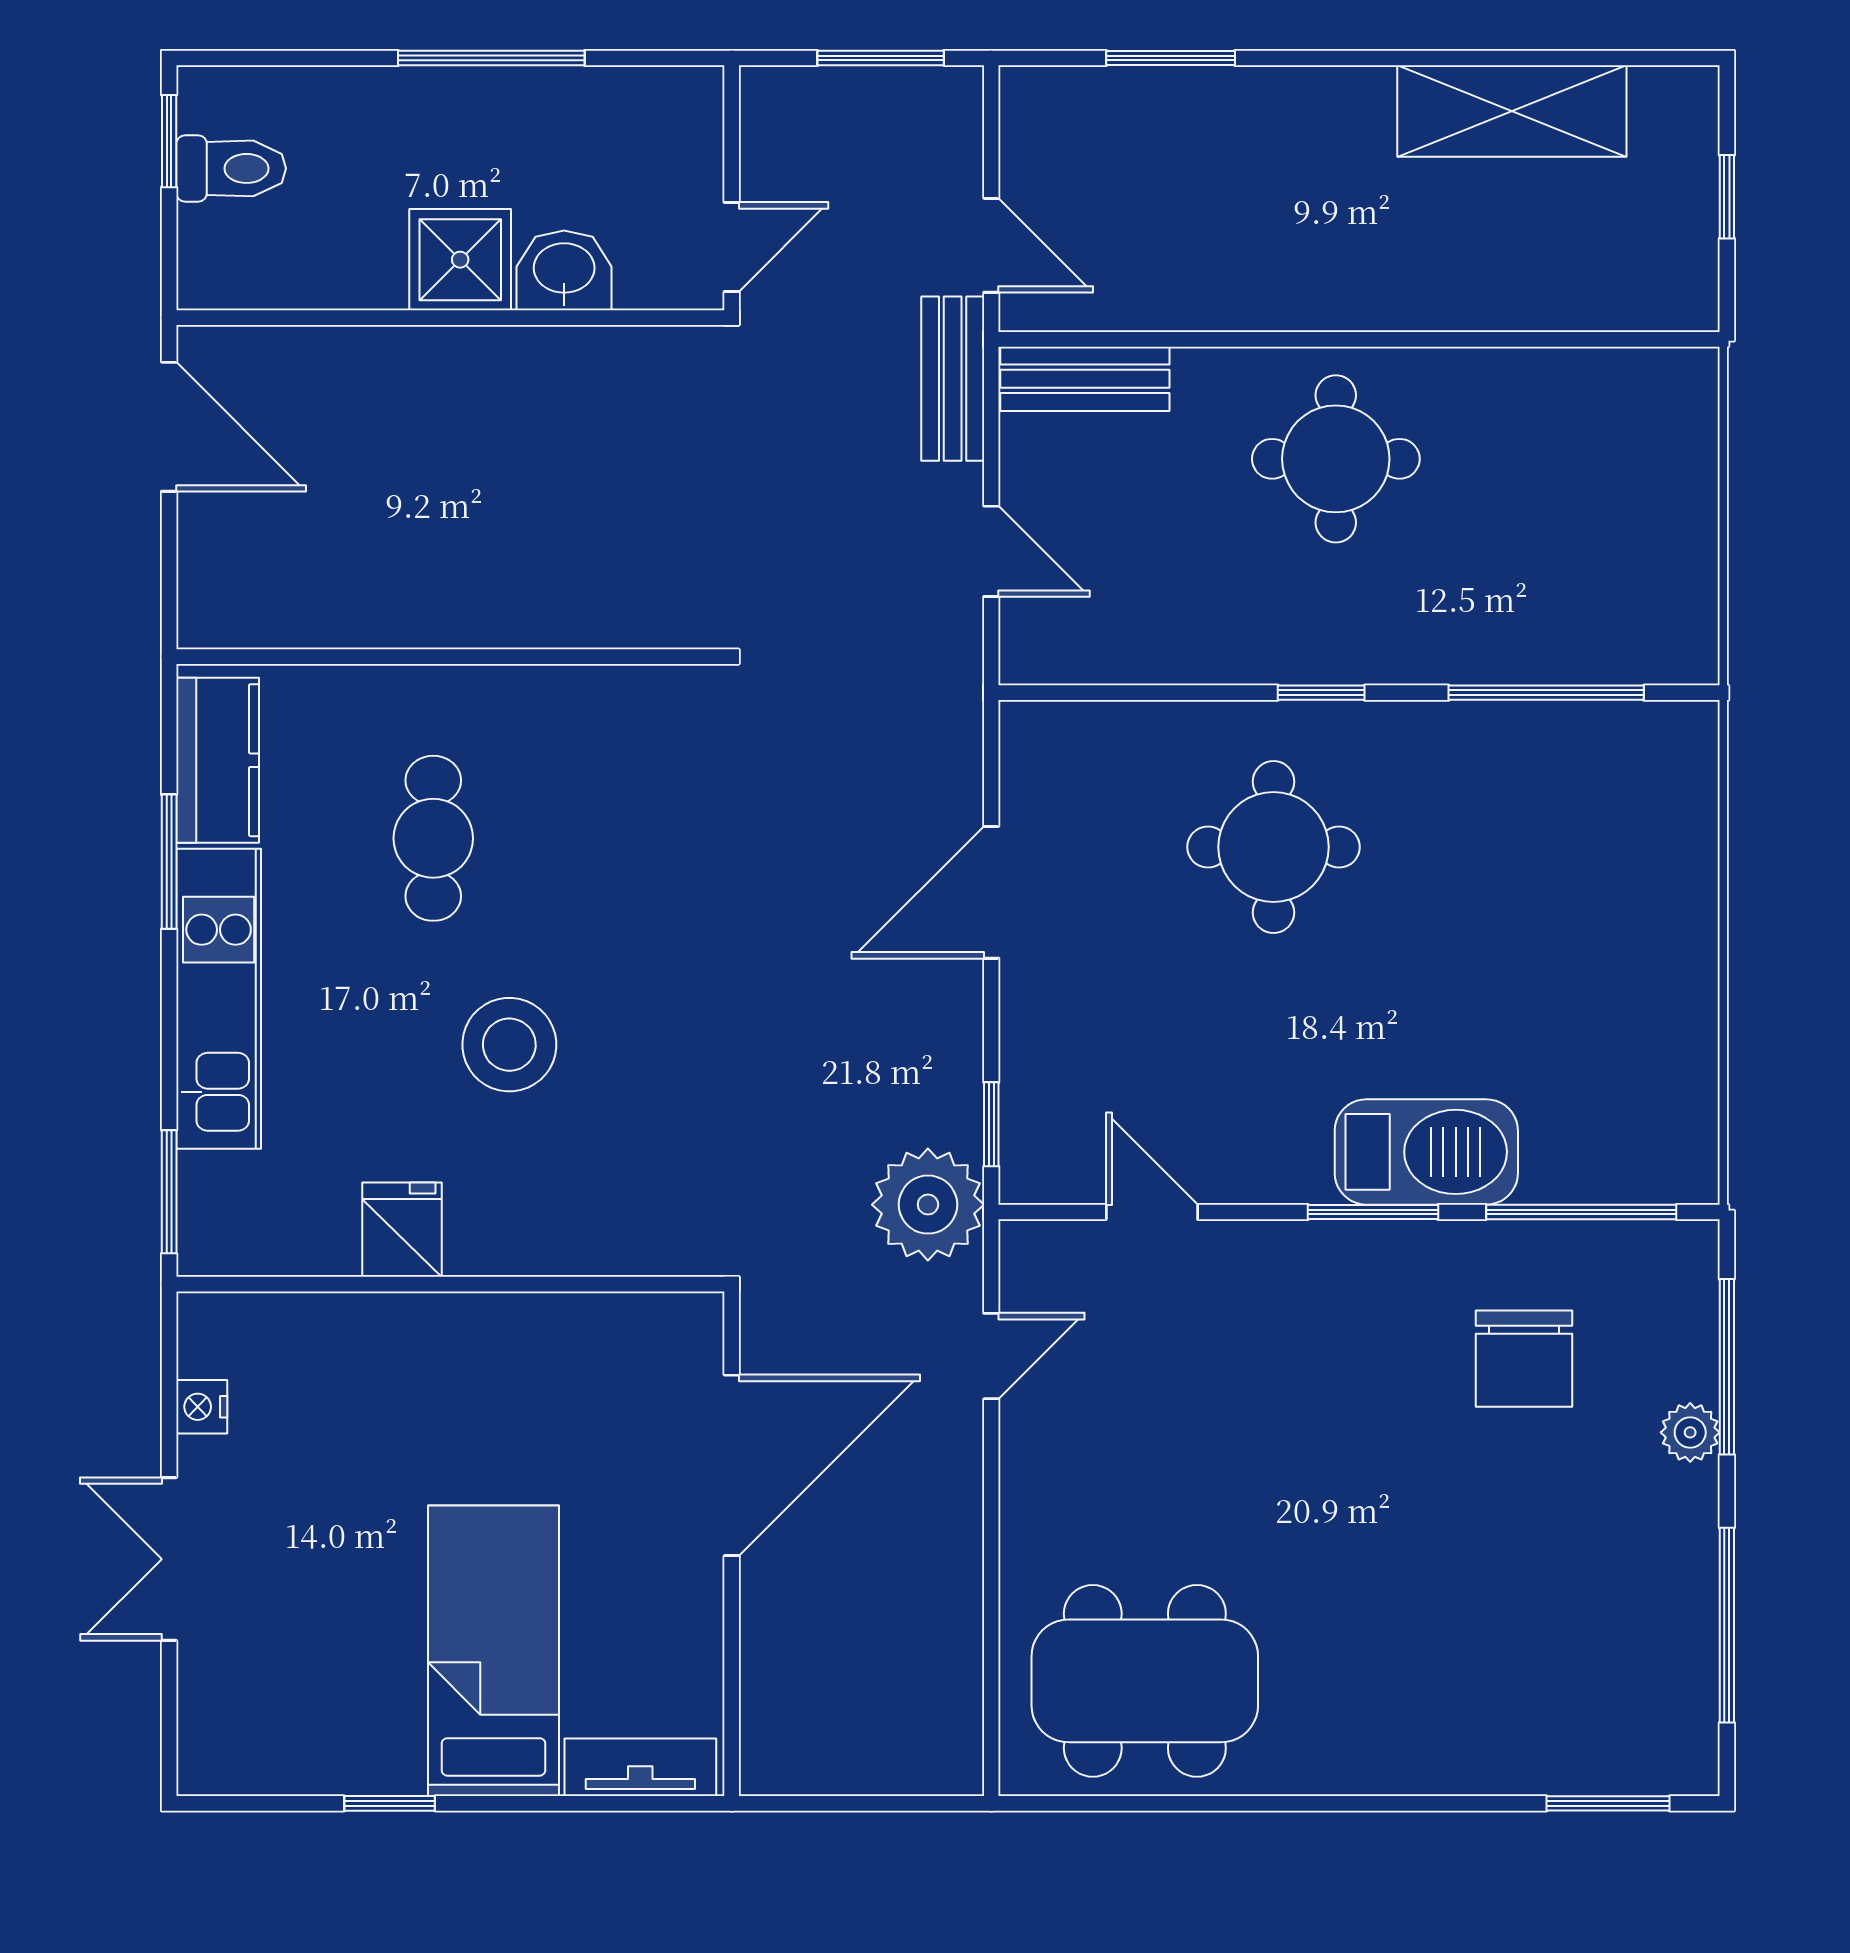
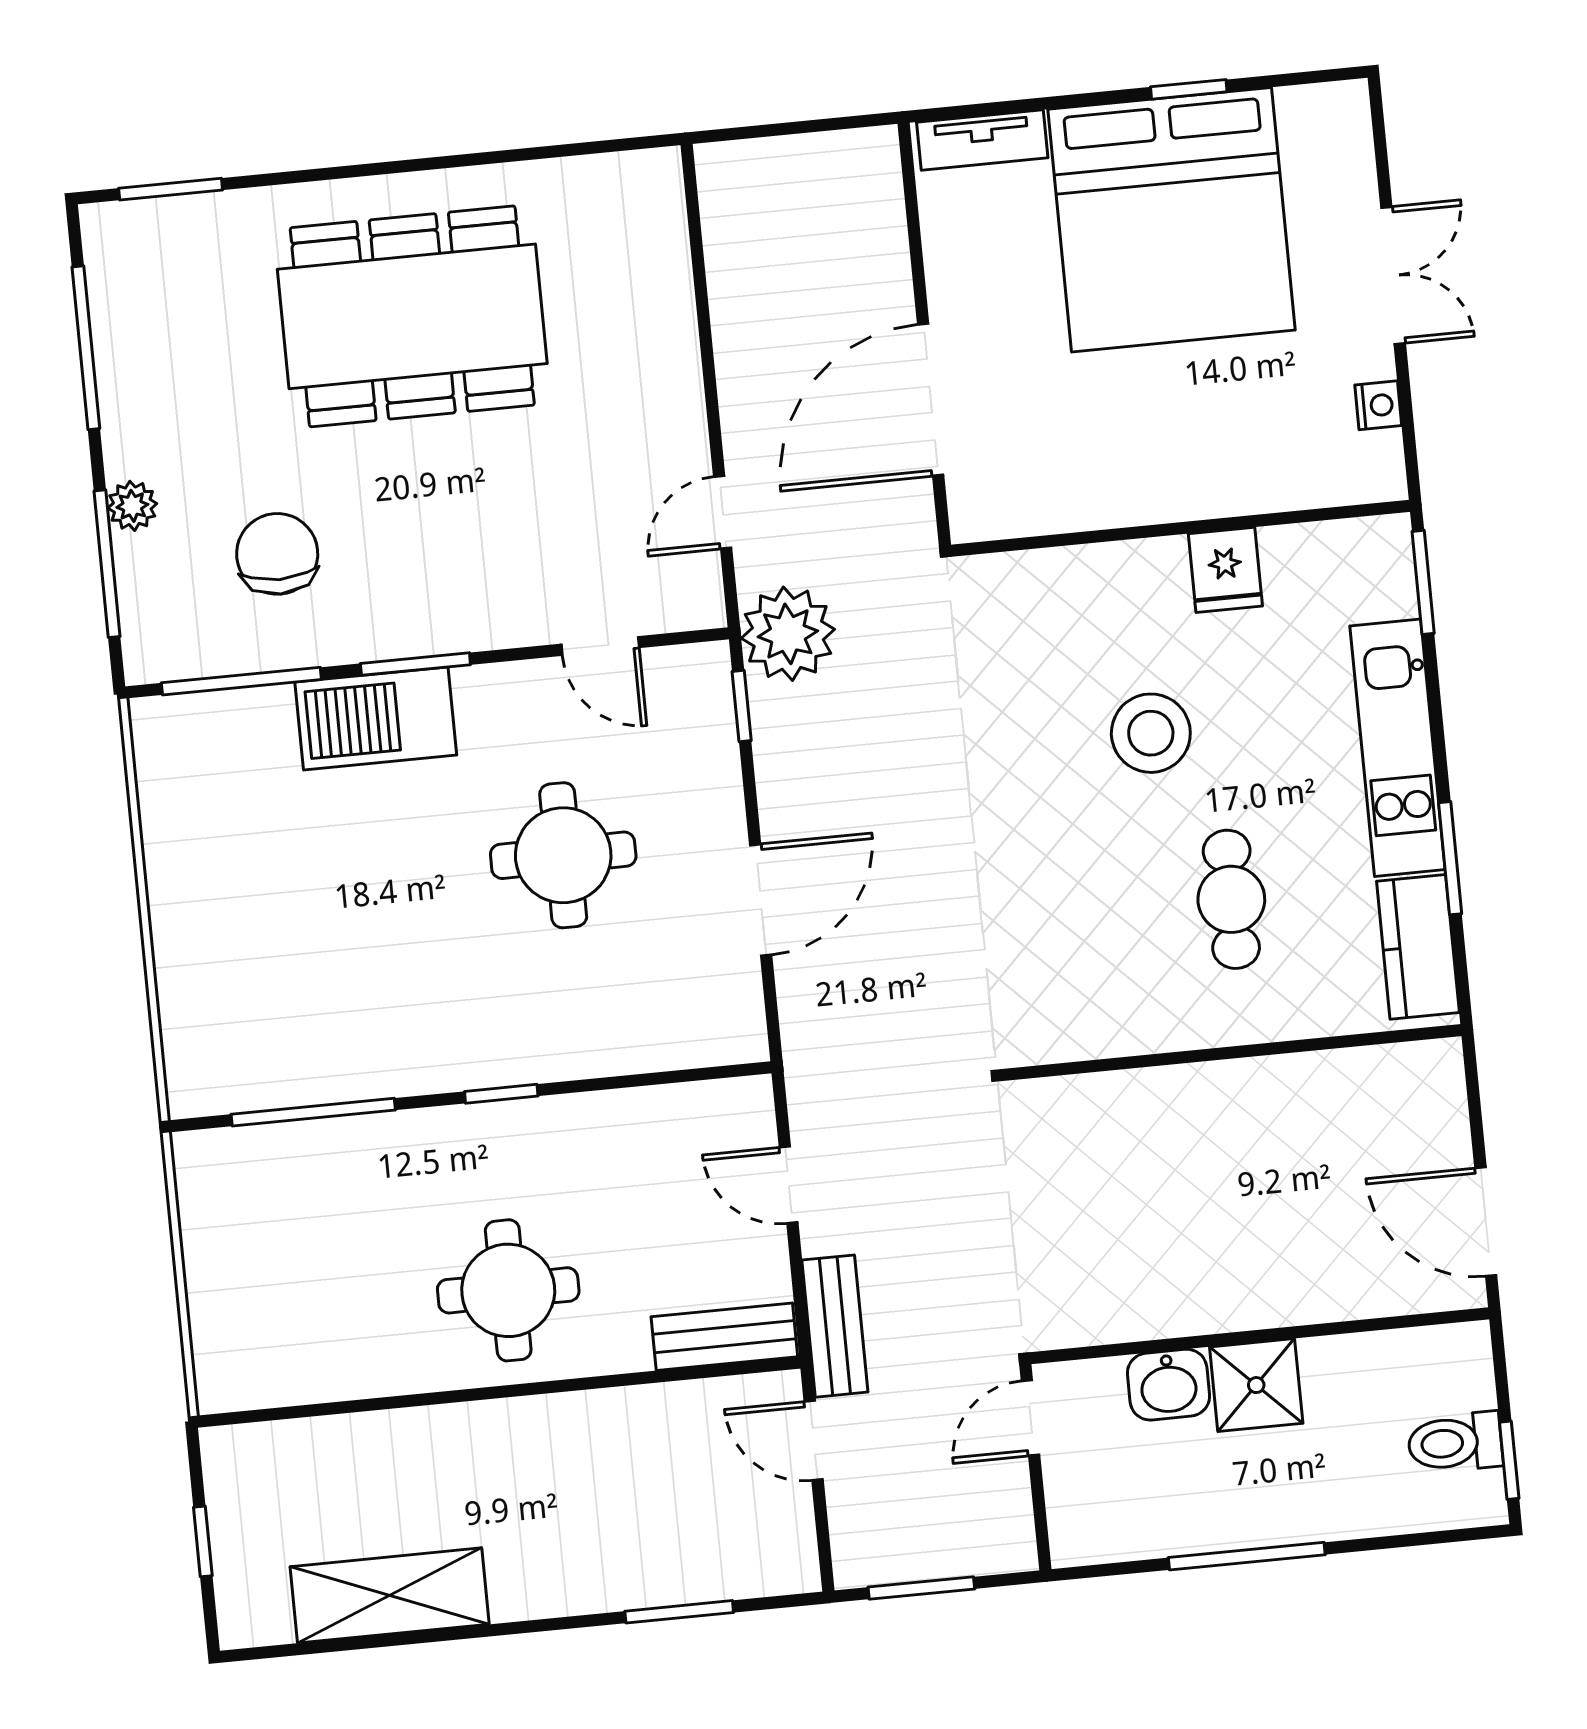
round table: (1274, 847) -> (563, 855), moved
bed: (493, 1651) -> (1172, 220), width x2.04
dining table: (1145, 1681) -> (412, 316), moved, width x1.36, depth x1.24

